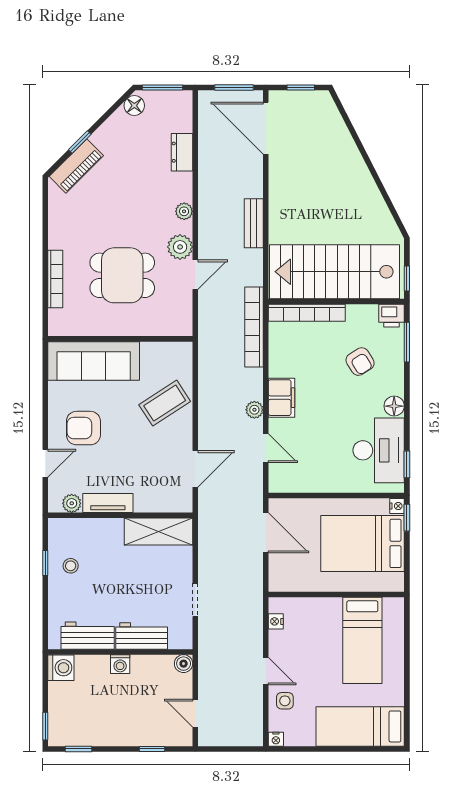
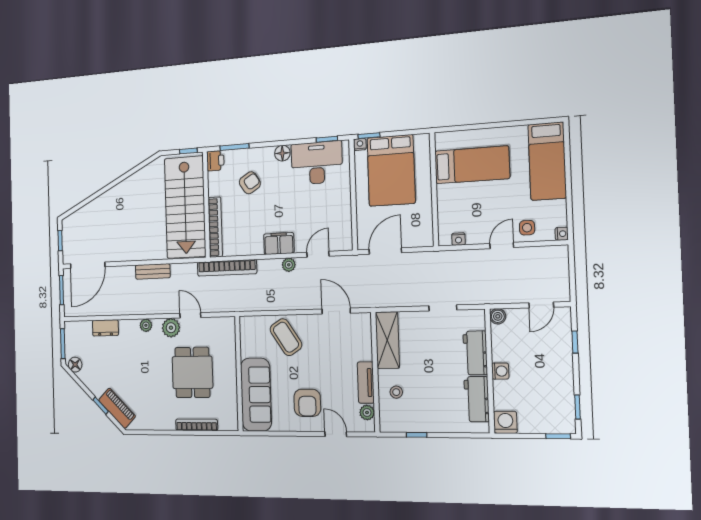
stool: (71, 566) -> (396, 392), moved

